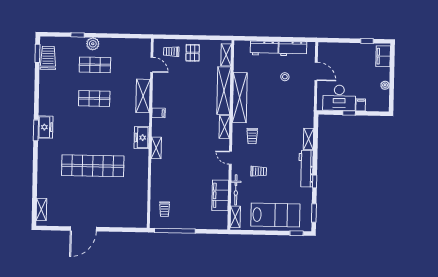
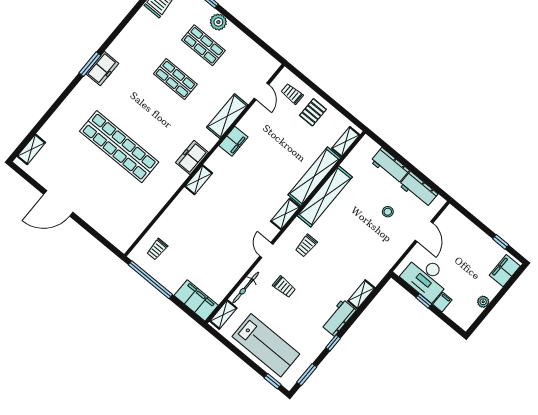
filing cabinet: (159, 113) -> (233, 141), width x2.00
workbench: (306, 169) -> (339, 318), width x0.73
filing cabinet: (220, 195) -> (196, 300), moved, turned 90

